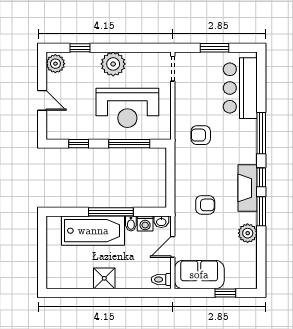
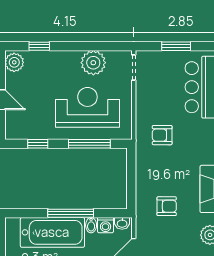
plant: (113, 64) -> (93, 63), moved
reception desk: (127, 108) -> (87, 107), turned 180

